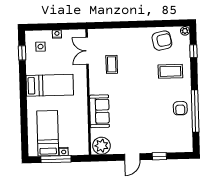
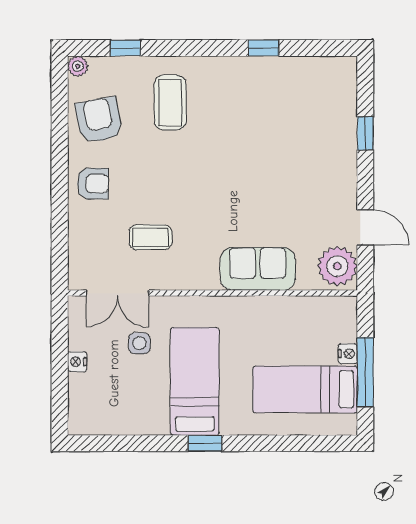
side table: (40, 47) -> (139, 343), moved
window: (22, 53) -> (205, 443), moved
armchair: (180, 108) -> (93, 184), moved
window: (195, 111) -> (263, 48), width x0.32
door: (132, 157) -> (365, 227), moved

